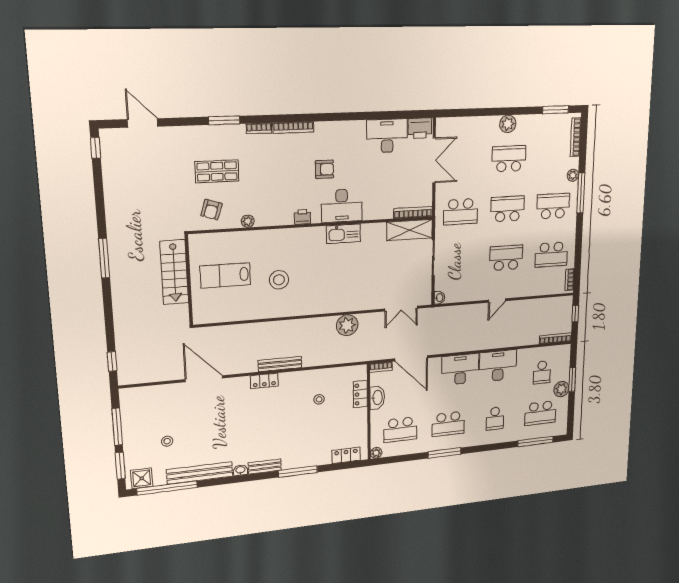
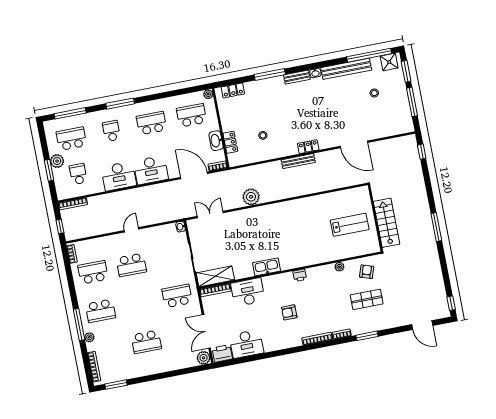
plant: (508, 124) -> (204, 358), moved
desk: (342, 206) -> (248, 292), moved
school desk: (507, 209) -> (139, 303), removed
stool: (279, 280) -> (310, 226), removed
window: (445, 453) -> (120, 104), moved

